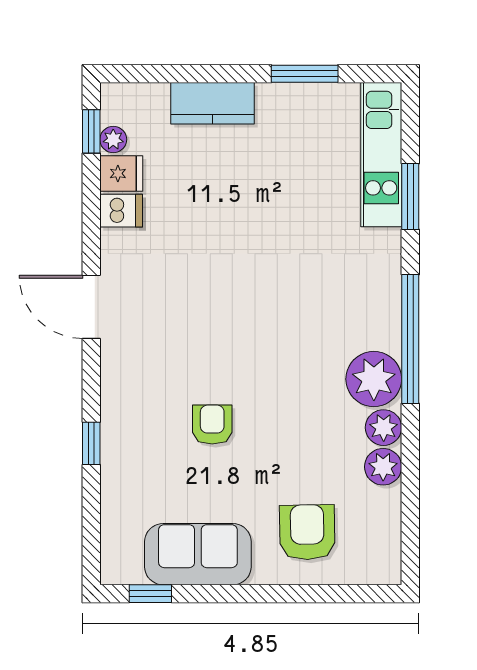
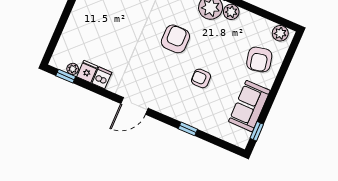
kitchen counter: (213, 103) -> (75, 24), removed
armchair: (273, 333) -> (175, 39), added
plant: (383, 467) -> (280, 33), moved
armchair: (307, 532) -> (259, 59), turned -101

